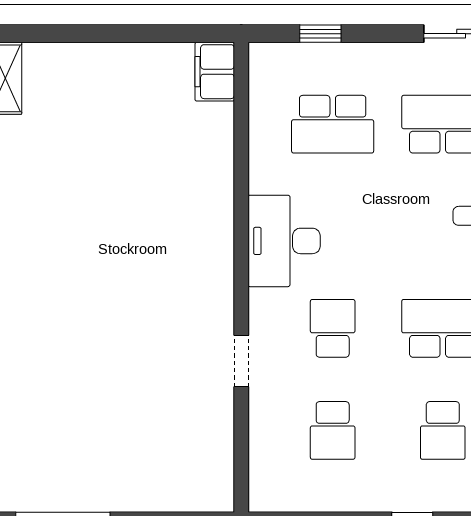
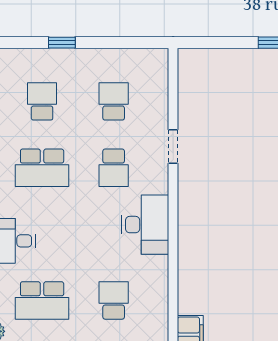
school desk: (333, 124) -> (114, 300), width x0.54

